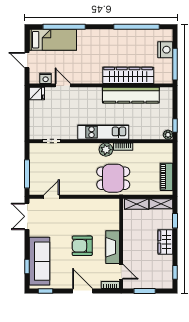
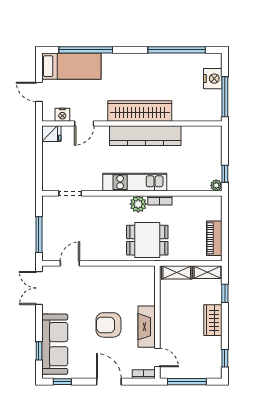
wardrobe: (128, 75) -> (140, 111), moved
door: (63, 85) -> (84, 123), swing flipped
kitchen counter: (131, 95) -> (145, 136), moved
window: (145, 291) -> (187, 382), width x1.44

